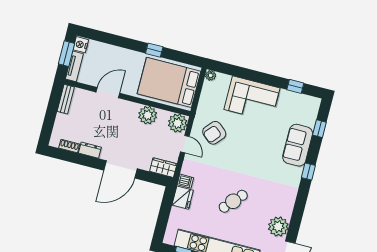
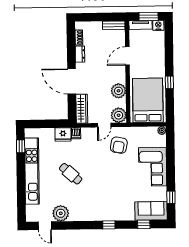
door: (108, 93) -> (127, 56), swing flipped
armchair: (214, 133) -> (119, 145), turned -120
sofa: (298, 145) -> (151, 211), moved
wardrobe: (163, 168) -> (82, 109), width x1.50

